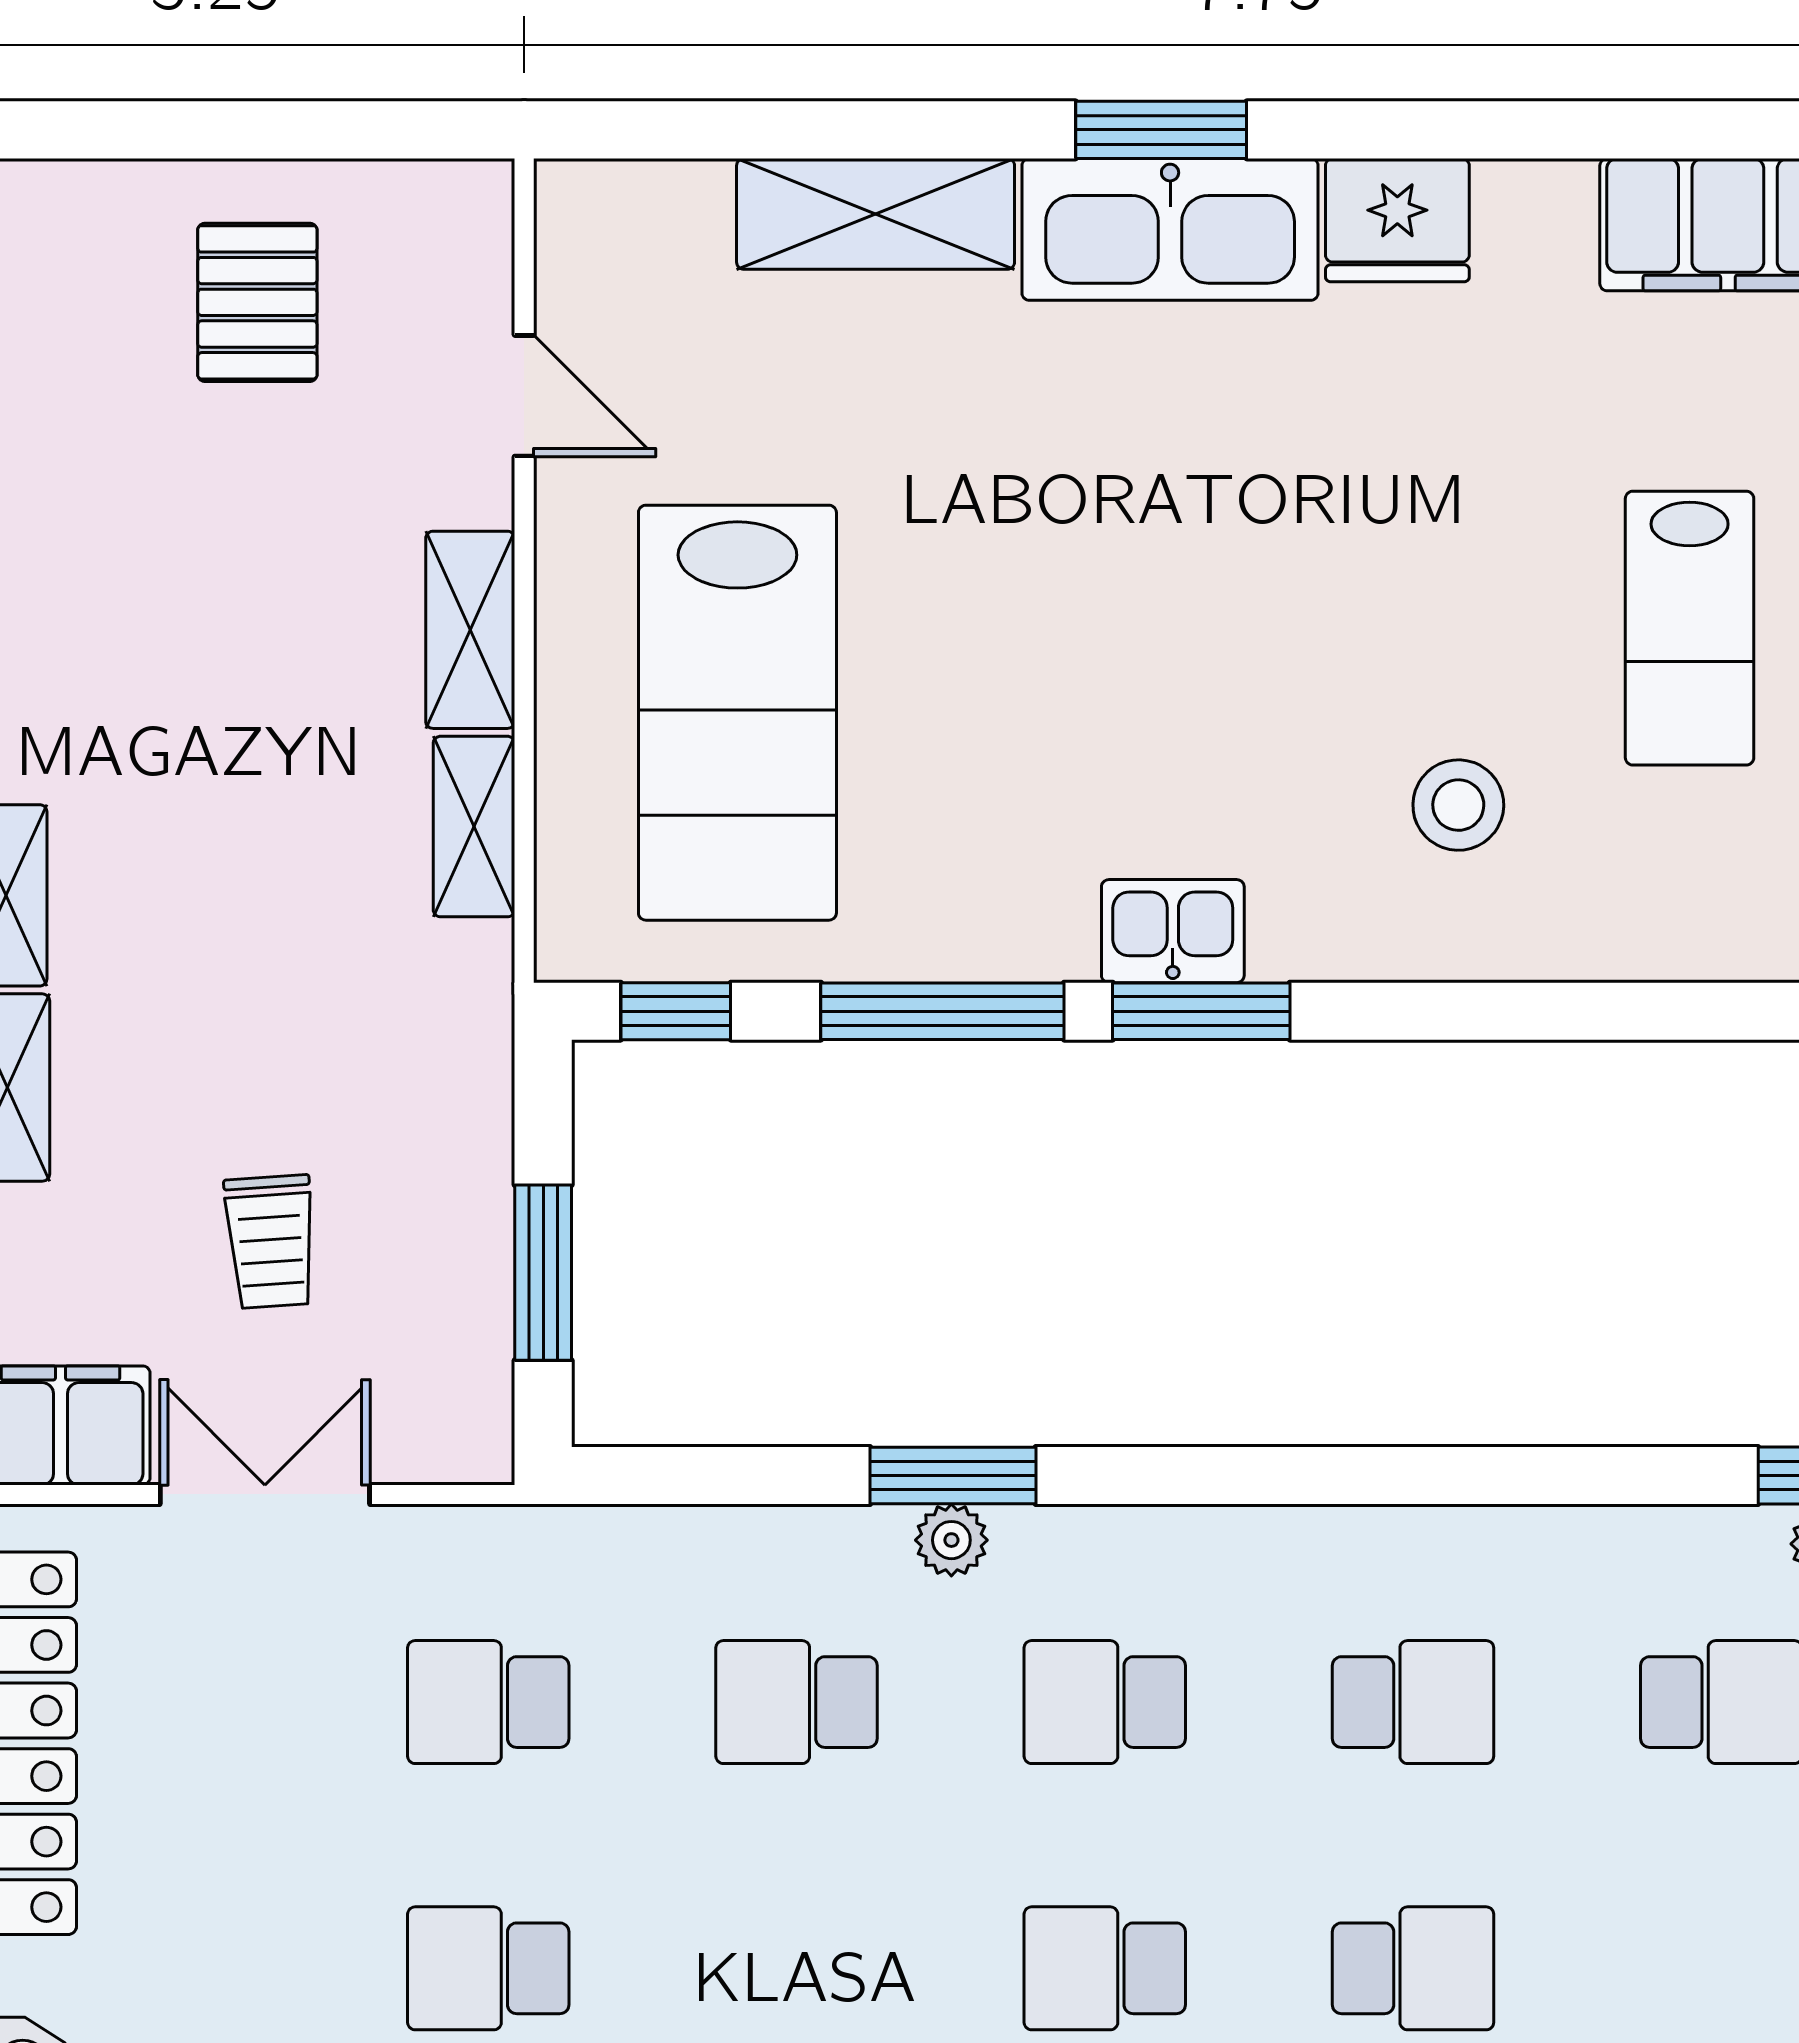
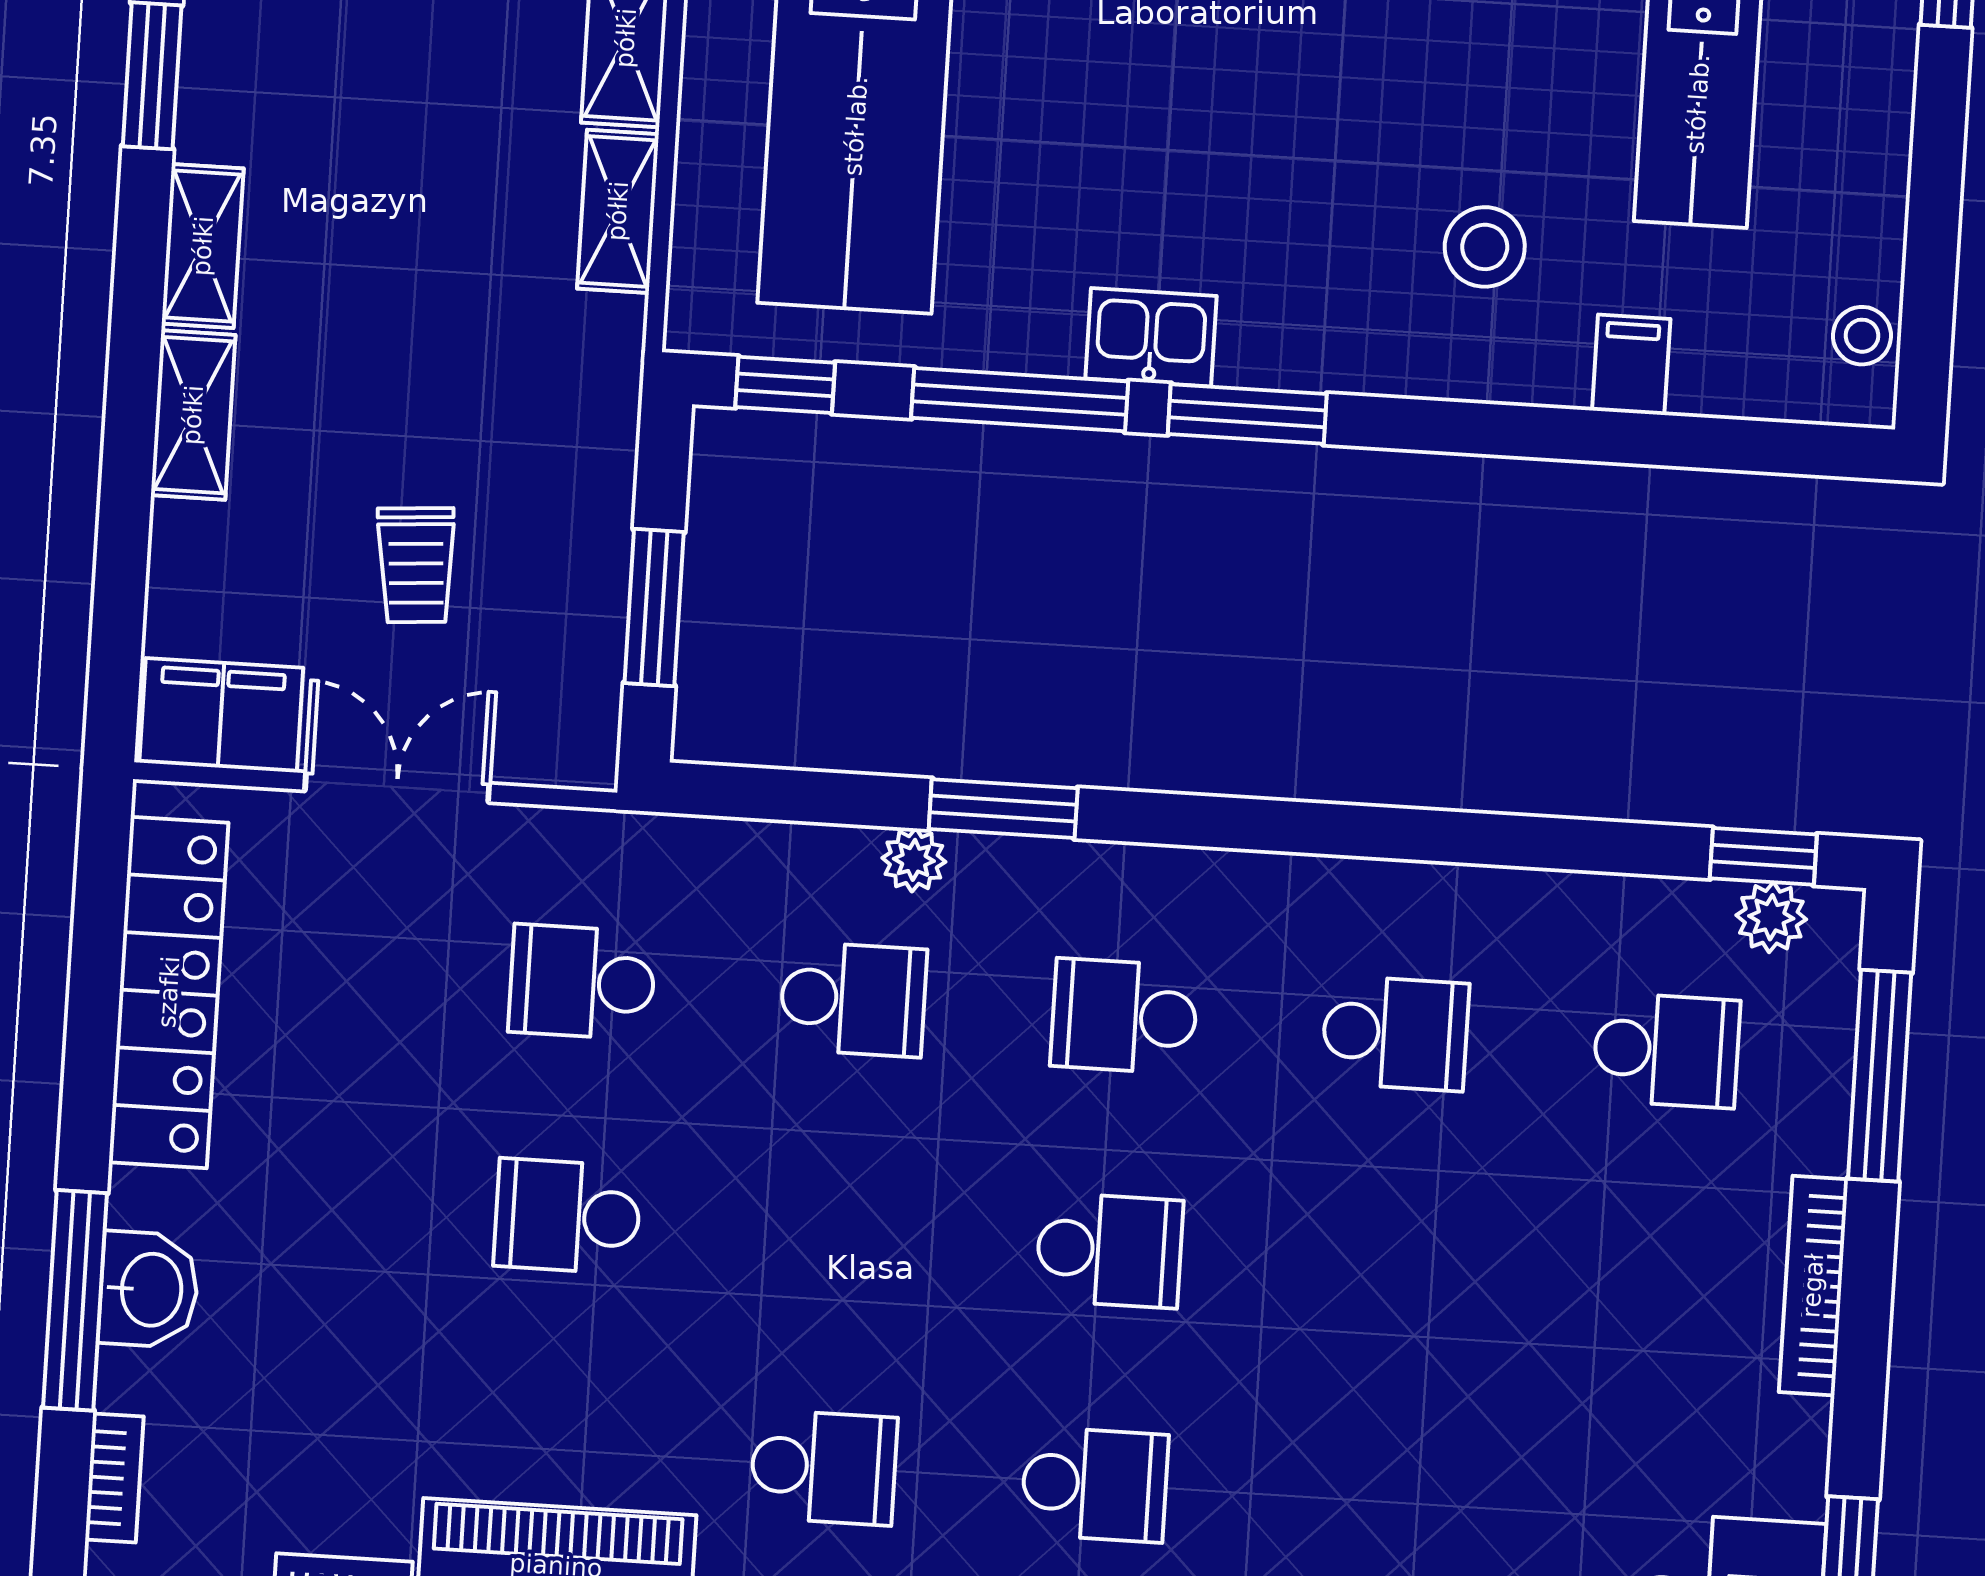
filing cabinet: (1633, 928) -> (1631, 365), added
kitchen sink: (1173, 931) -> (1151, 337), moved
plant: (951, 1540) -> (914, 860), moved
school desk: (797, 1702) -> (853, 999), turned 180
school desk: (1105, 1968) -> (1109, 1250), turned 180
school desk: (1413, 1968) -> (1381, 1267), removed

